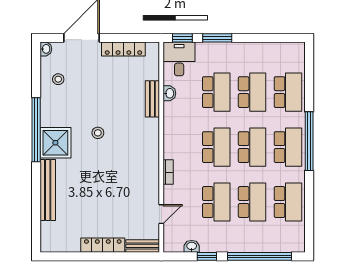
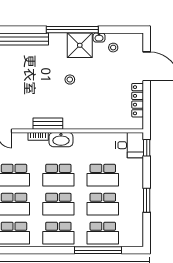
window: (217, 38) -> (147, 200), moved
washbasin: (46, 49) -> (99, 37), moved
washbasin: (169, 93) -> (61, 140), moved, width x1.91, depth x1.45
bench: (152, 99) -> (48, 124), moved
window: (309, 141) -> (98, 250), moved
shower: (55, 143) -> (80, 45), moved

